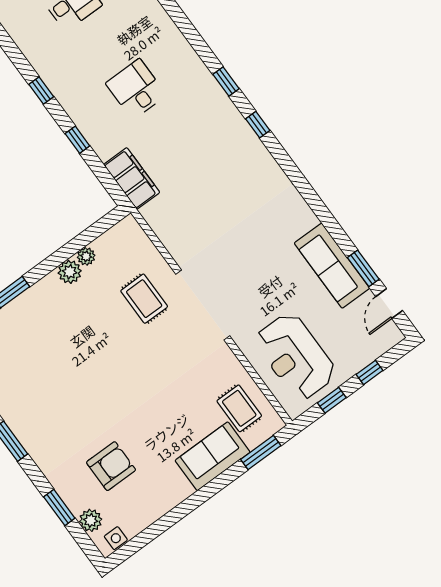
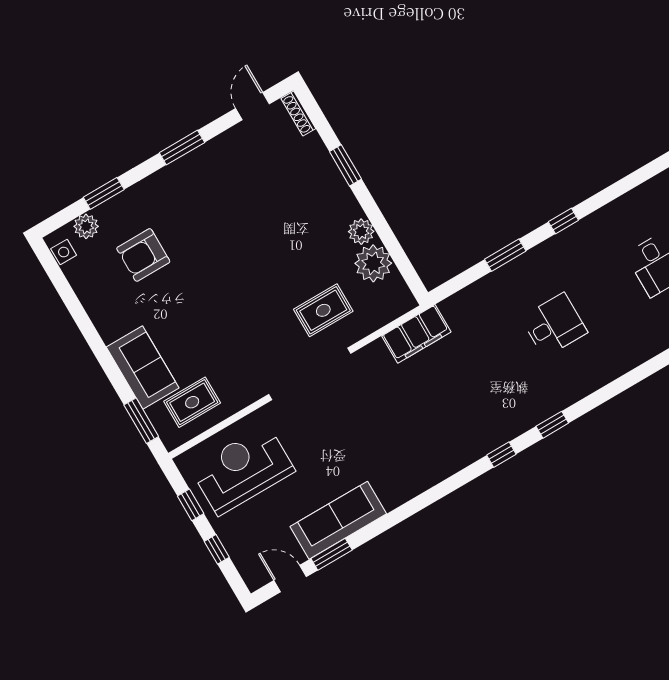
window: (77, 140) -> (505, 255), width x1.50
filing cabinet: (132, 178) -> (416, 334), moved
plant: (86, 256) -> (373, 263), width x1.88, depth x1.88
armchair: (111, 466) -> (143, 255), turned 90

